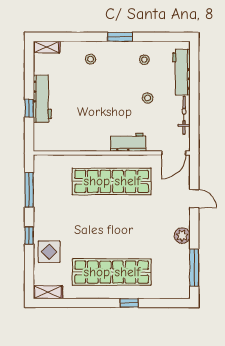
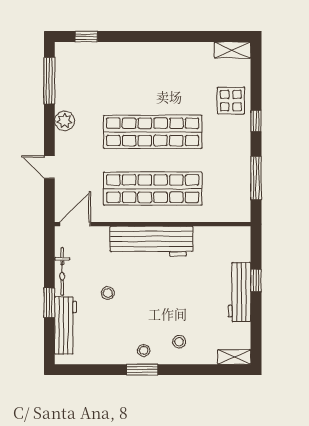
stool: (144, 60) -> (144, 350), moved
window: (194, 90) -> (49, 303), added
workbench: (128, 142) -> (151, 241), width x1.88, depth x1.32
shop shelf: (112, 272) -> (153, 132), moved
window: (129, 303) -> (86, 36), moved

